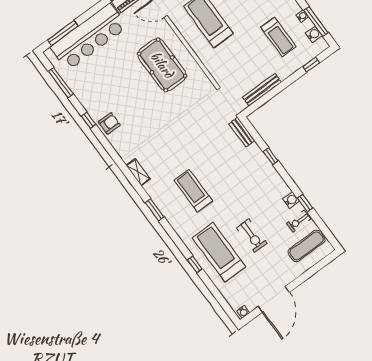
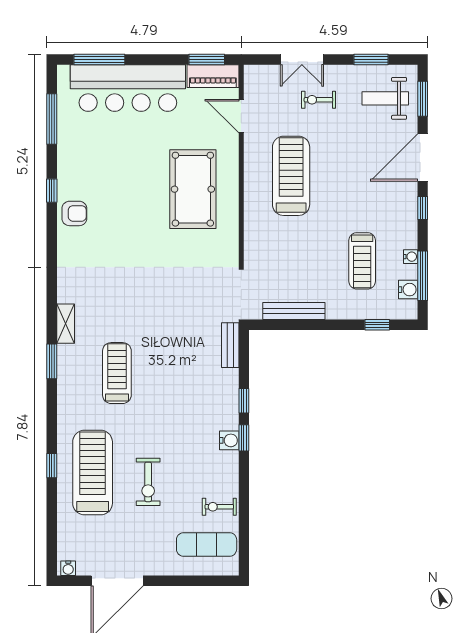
shelving: (138, 172) -> (66, 324), moved
water cooler: (291, 200) -> (229, 440), moved
window: (305, 203) -> (244, 438), moved

